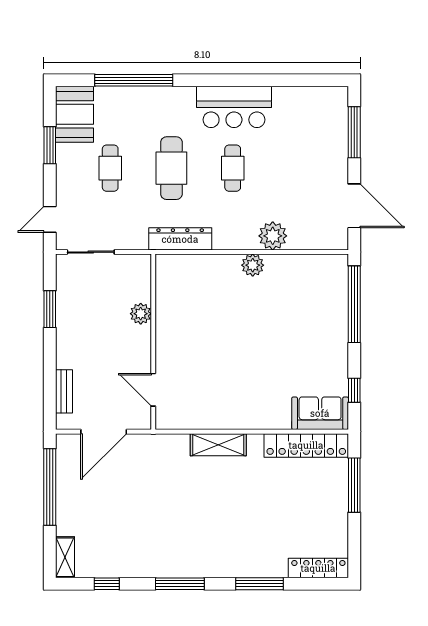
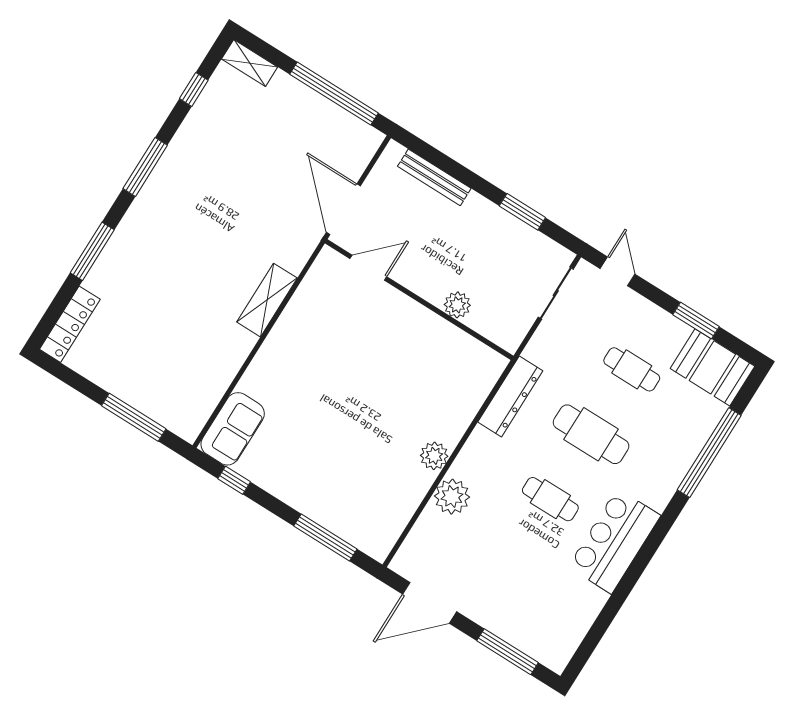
window: (354, 304) -> (325, 537), width x0.68
bench: (64, 391) -> (434, 177), width x1.36
door: (104, 432) -> (343, 209), moved
locker: (306, 445) -> (208, 393), removed

